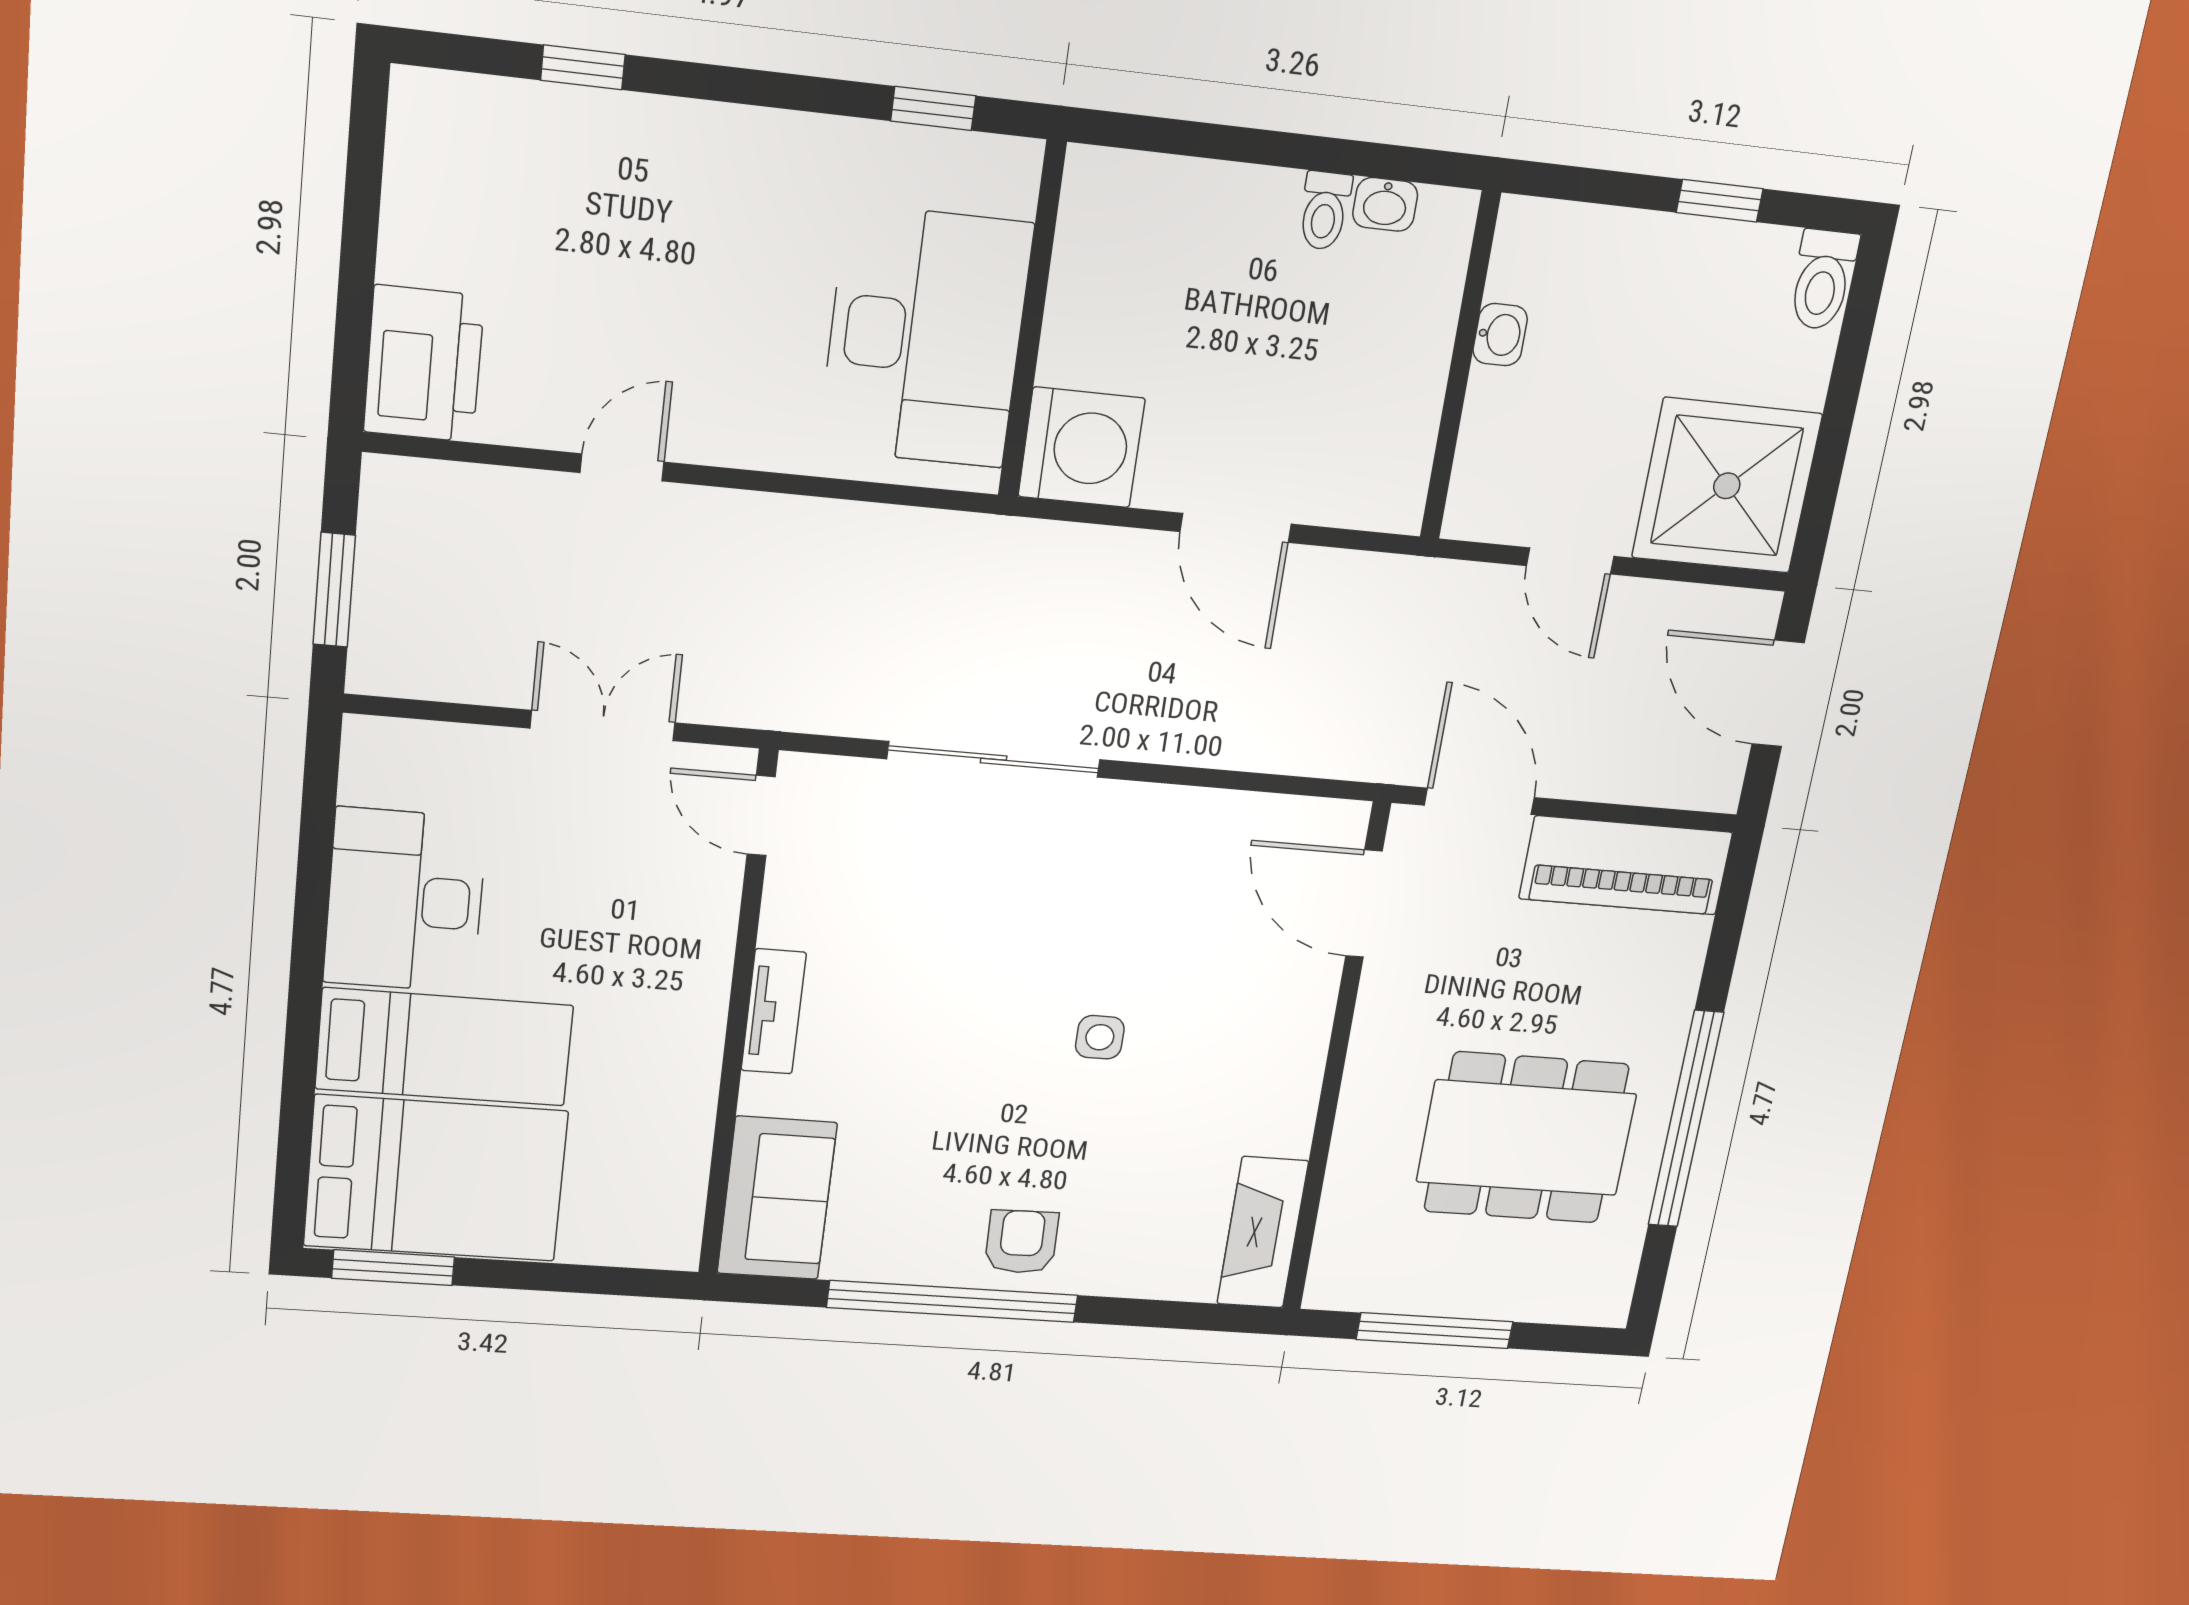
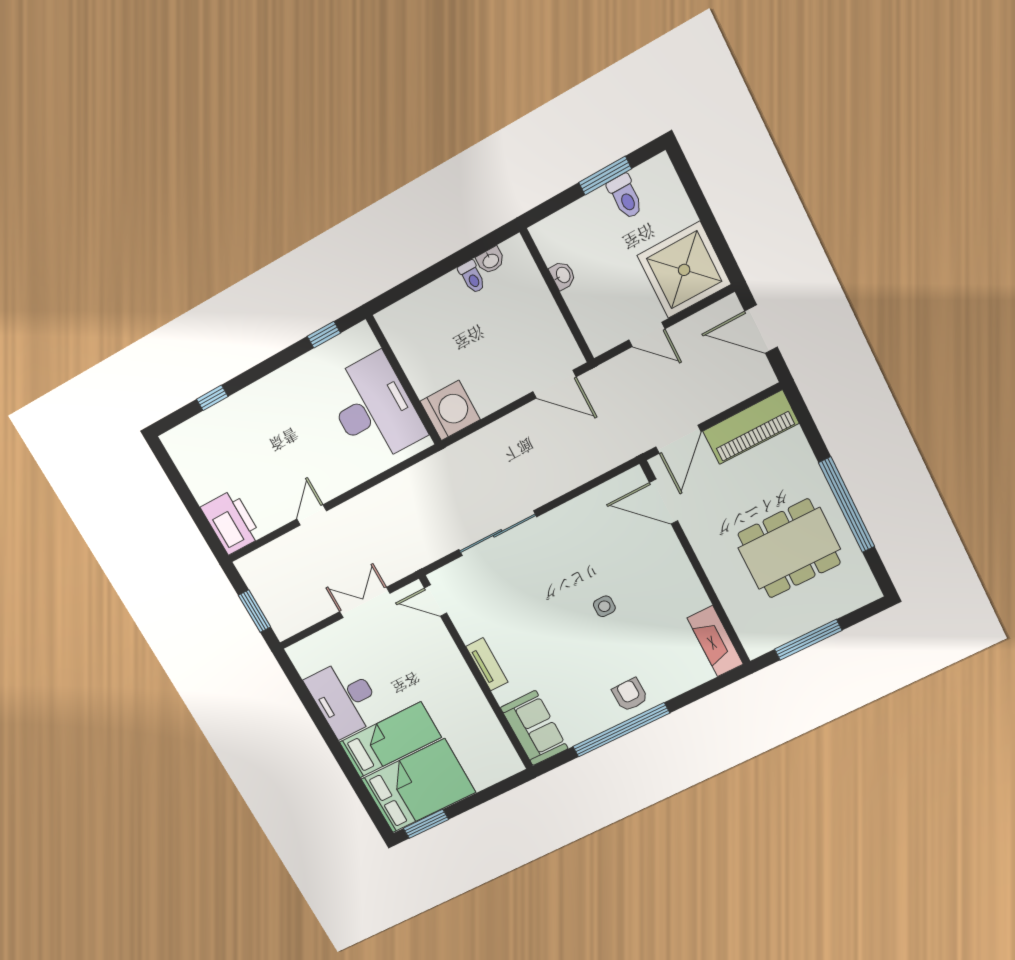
window: (1720, 201) -> (605, 176), width x1.50
toilet: (1823, 280) -> (625, 197), moved
door: (1236, 528) -> (554, 384), moved
door: (1479, 801) -> (678, 439), swing flipped

